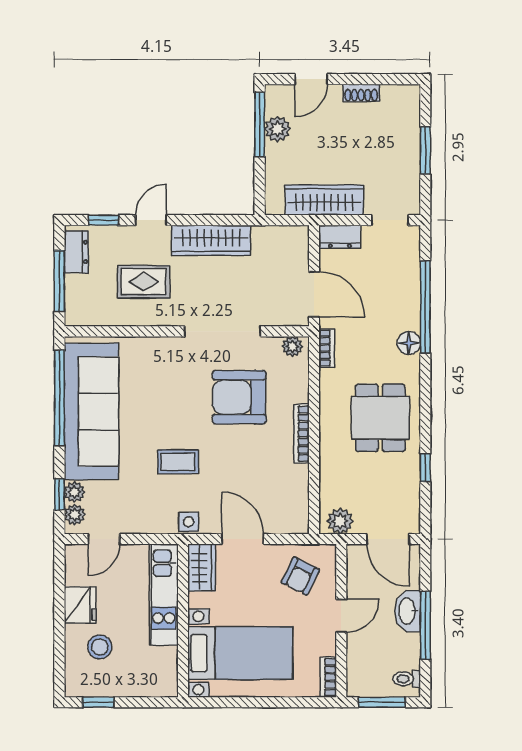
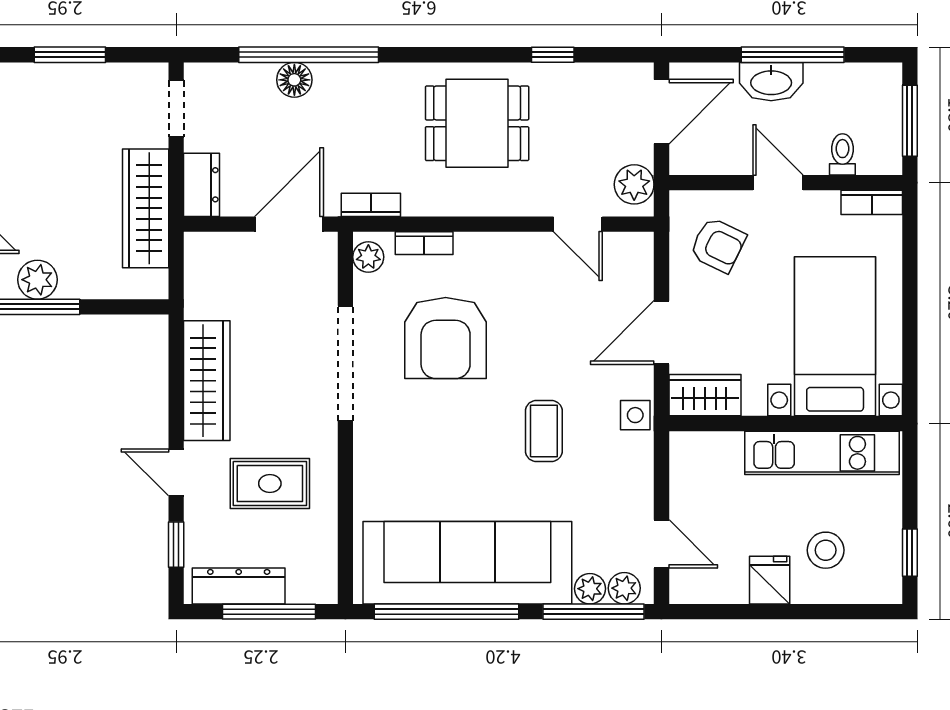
dresser: (76, 252) -> (239, 586), width x1.44
rug: (144, 282) -> (270, 484), turned 90
floor lamp: (409, 343) -> (294, 80), moved
bookcase: (302, 434) -> (424, 243), moved, width x0.64
door: (314, 484) -> (578, 224), added
window: (59, 494) -> (594, 612), width x2.17
kitchen unit: (164, 595) -> (822, 453), moved
fridge: (80, 605) -> (770, 580), width x0.72
toilet: (407, 679) -> (842, 154), moved, turned 180

